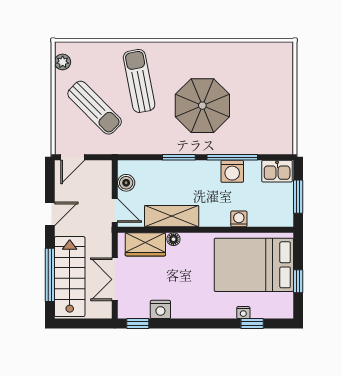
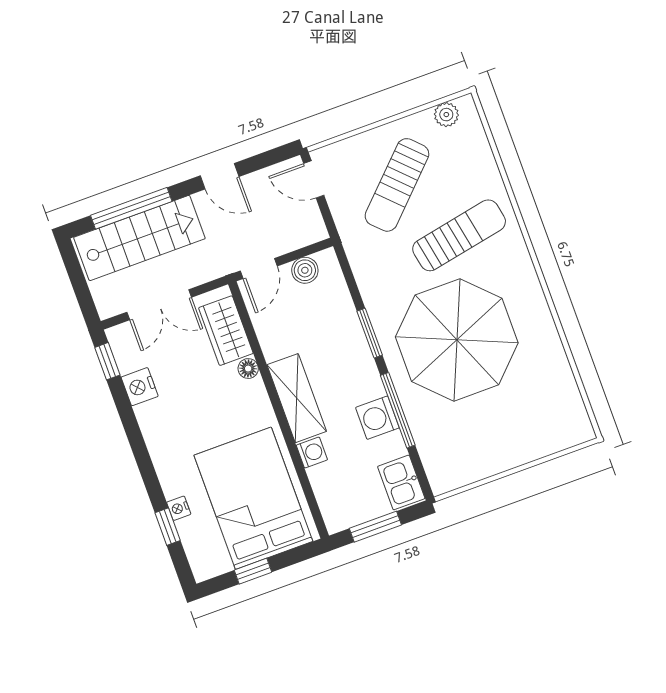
parasol: (202, 106) -> (457, 340), width x1.36, depth x1.36
shelving: (172, 216) -> (297, 398), moved
double door: (115, 279) -> (159, 305), swing flipped

